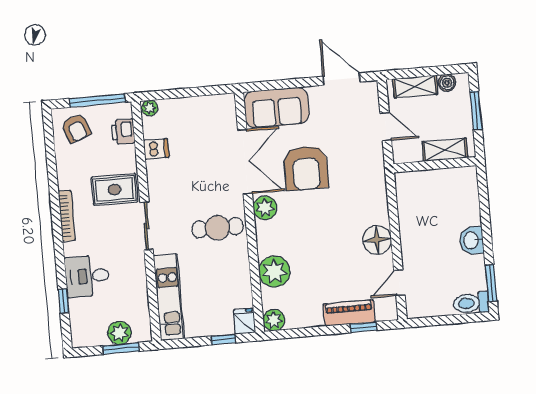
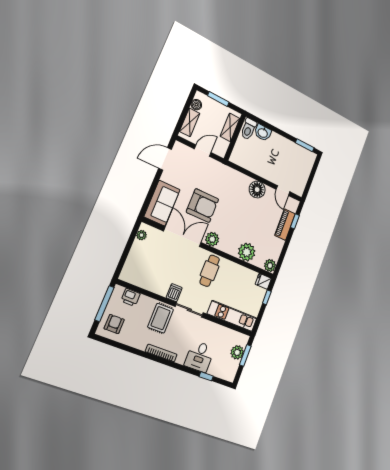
plant: (150, 108) -> (142, 235), moved
armchair: (76, 128) -> (114, 324), turned -70
dishwasher: (156, 149) -> (174, 293), moved
washbasin: (472, 240) -> (263, 133), moved
toilet: (471, 303) -> (249, 129), moved

